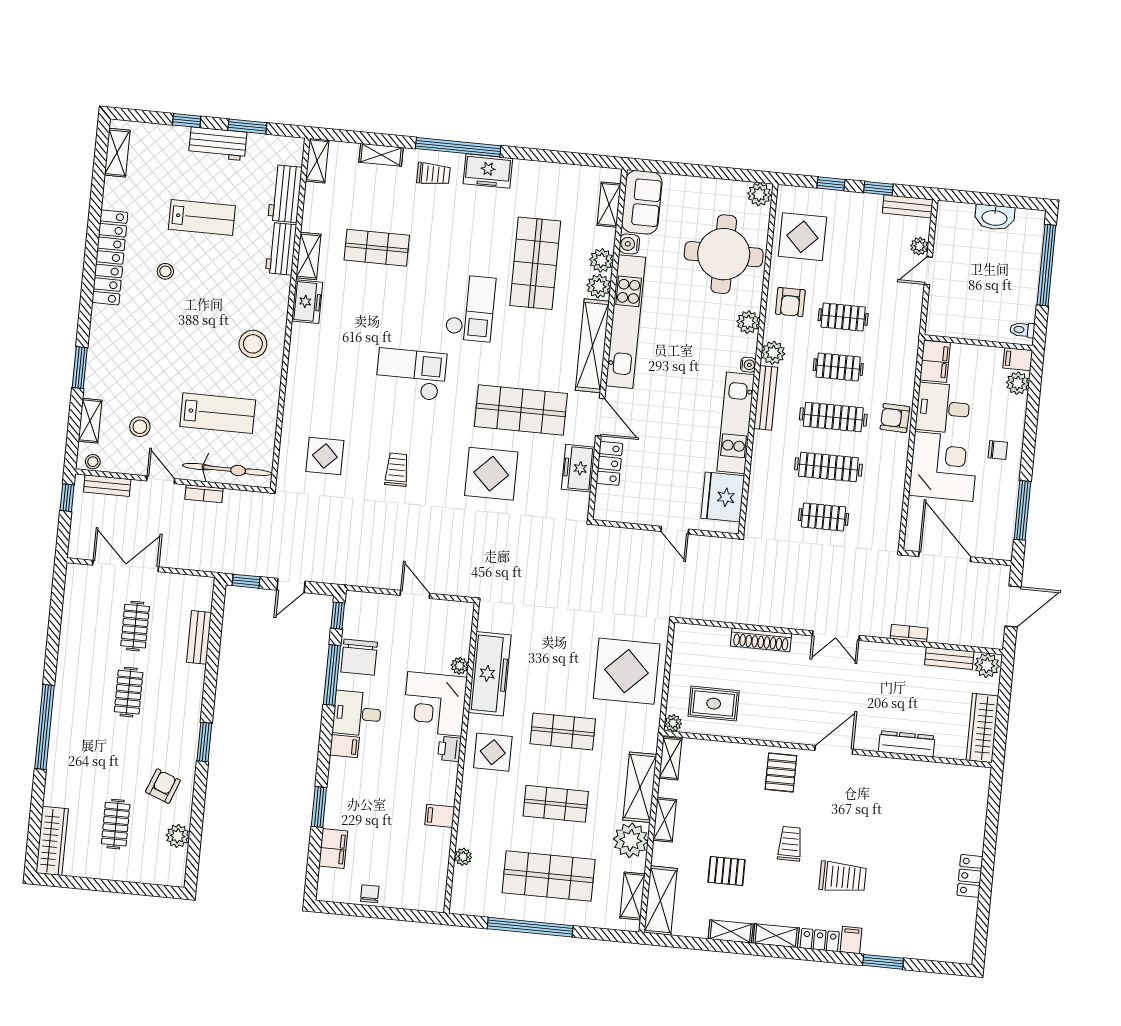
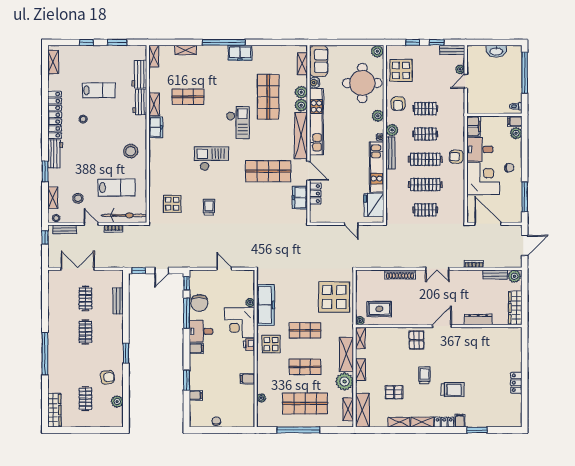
workbench: (218, 144) -> (55, 154), moved, turned -90
trolley: (433, 174) -> (213, 57), removed
display table: (491, 474) -> (257, 205), removed
armchair: (163, 786) -> (107, 377), turned 62
filing cabinet: (333, 849) -> (196, 395), width x0.50

